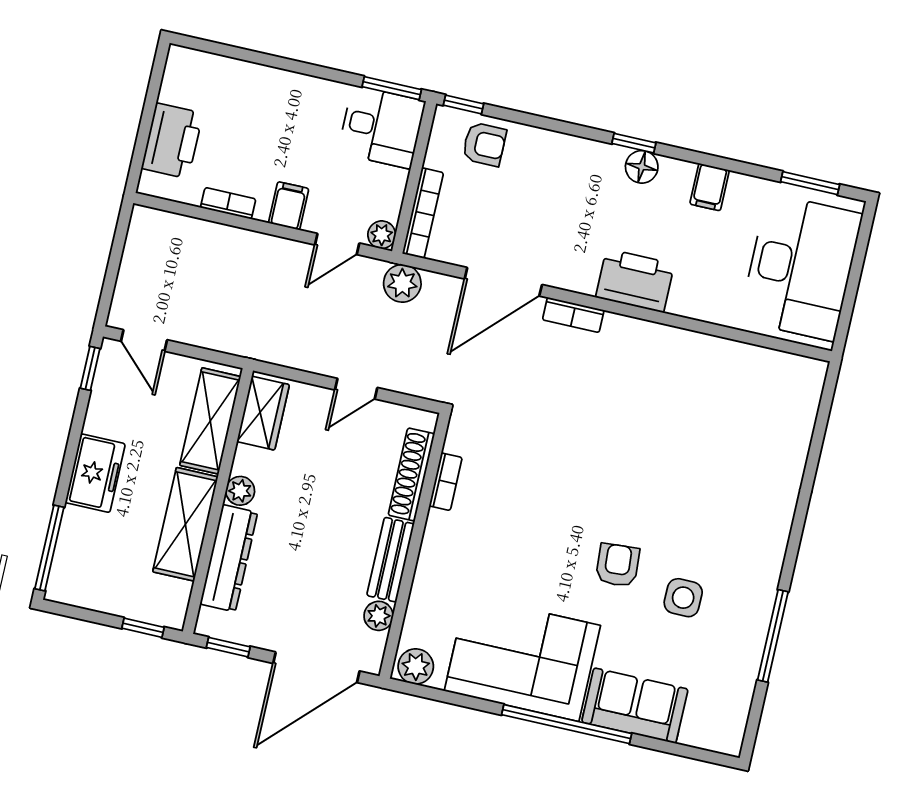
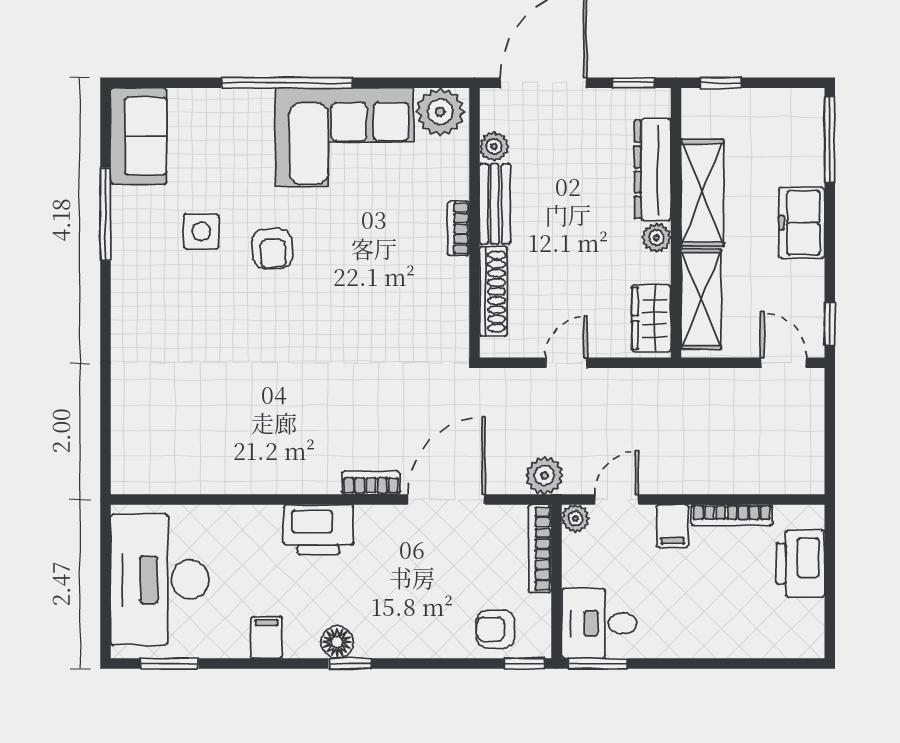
bookcase: (228, 203) -> (732, 515), width x1.56
bookcase: (446, 482) -> (458, 228), moved
plant: (416, 666) -> (440, 112), width x1.36, depth x1.36
sofa: (635, 706) -> (138, 136), moved, turned -90

